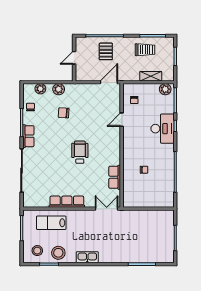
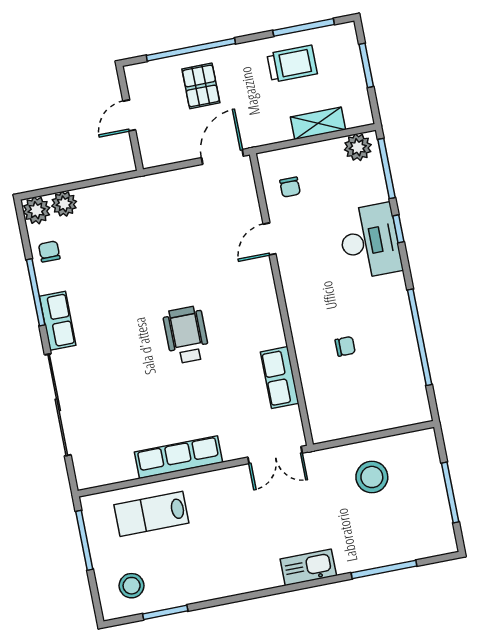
plant: (59, 89) -> (37, 210), moved
chair: (64, 113) -> (130, 250), removed
double door: (107, 209) -> (275, 455), swing flipped
stool: (58, 253) -> (372, 477), moved
kitchen sink: (87, 257) -> (308, 567), moved

